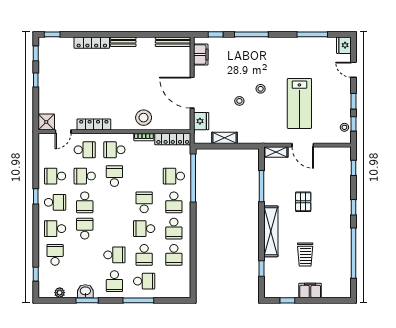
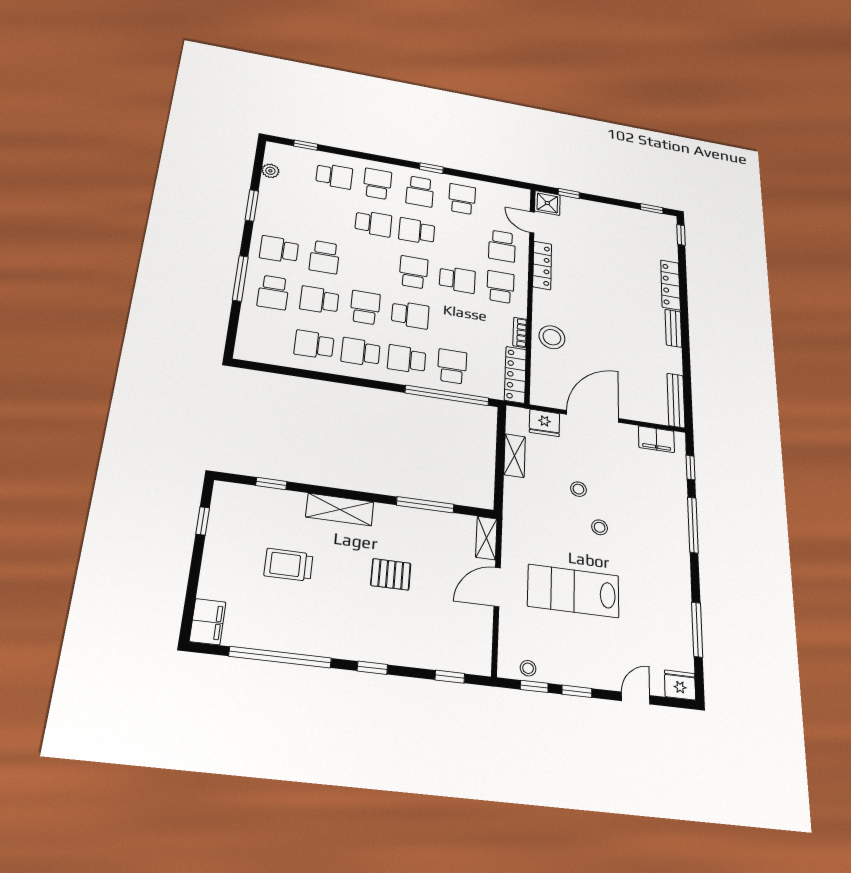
window: (36, 80) -> (569, 193), moved
school desk: (85, 176) -> (414, 272), moved
shelving: (271, 231) -> (340, 509), width x0.68
filing cabinet: (310, 290) -> (208, 622), moved
washbasin: (85, 291) -> (268, 206), removed

